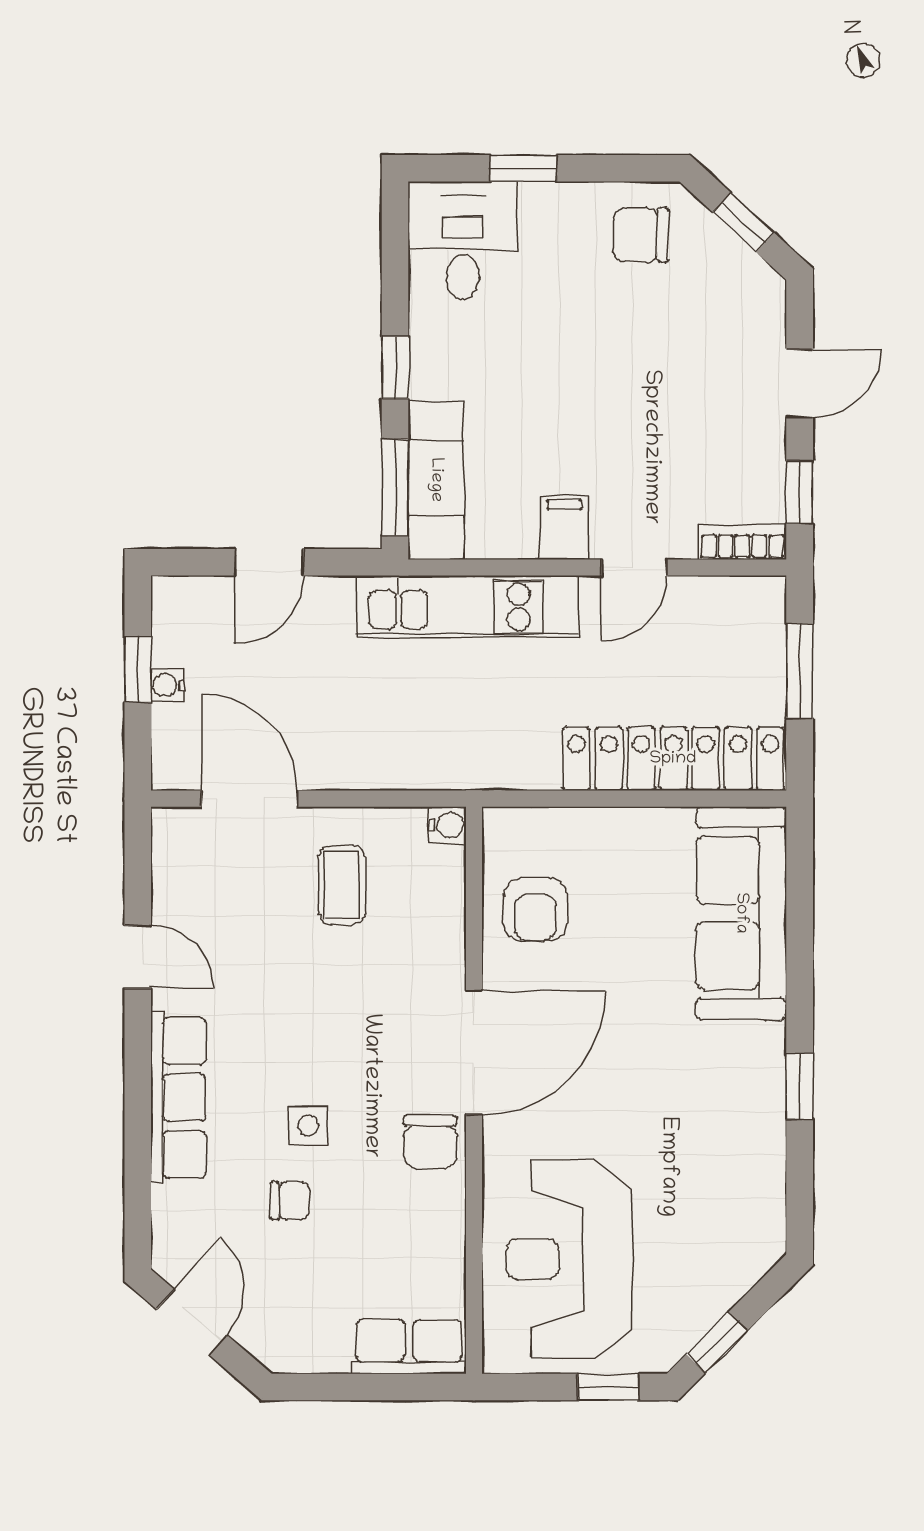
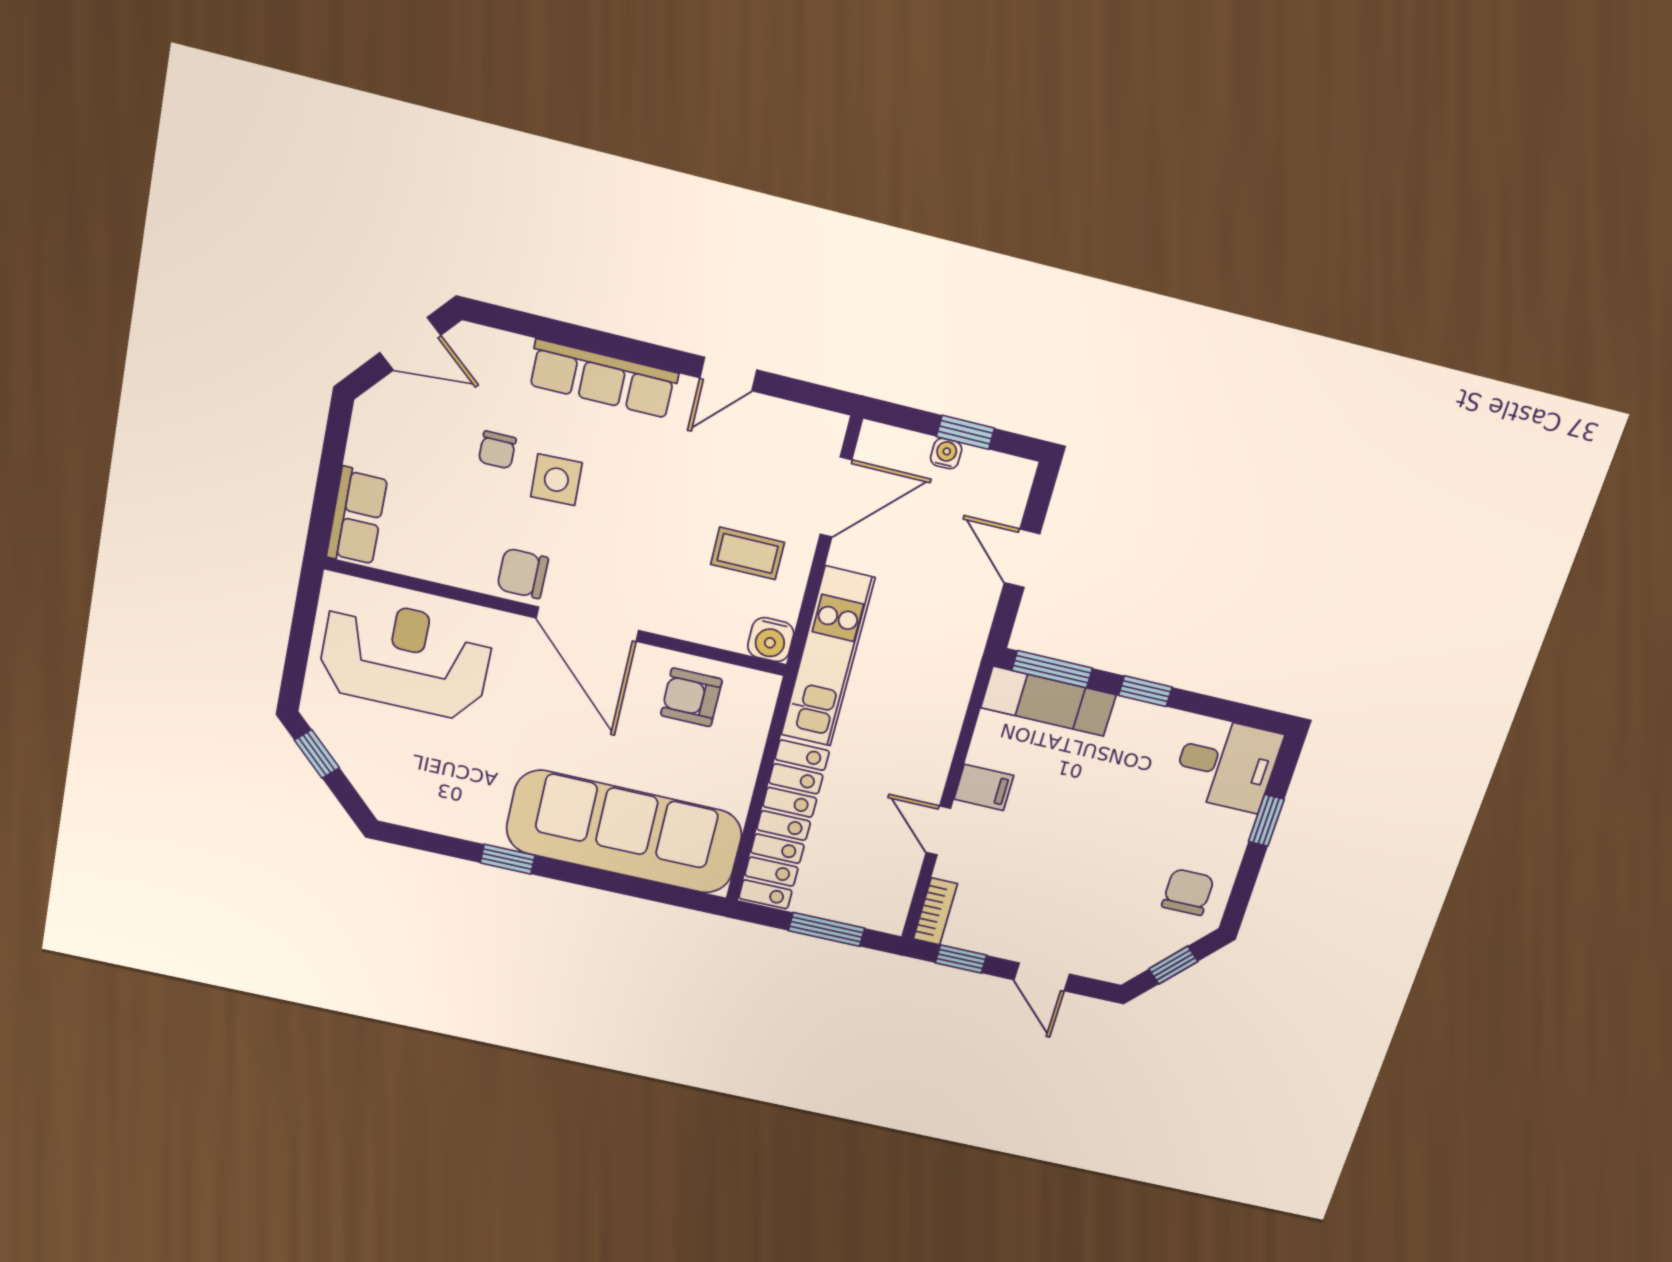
kitchen unit: (467, 607) -> (828, 657), moved, turned 180
water cooler: (447, 825) -> (771, 640), width x1.38, depth x1.38
sofa: (741, 913) -> (624, 832), width x1.36, depth x1.27
side table: (308, 1126) -> (556, 480), width x1.37, depth x1.37
window: (608, 1387) -> (296, 665), removed

